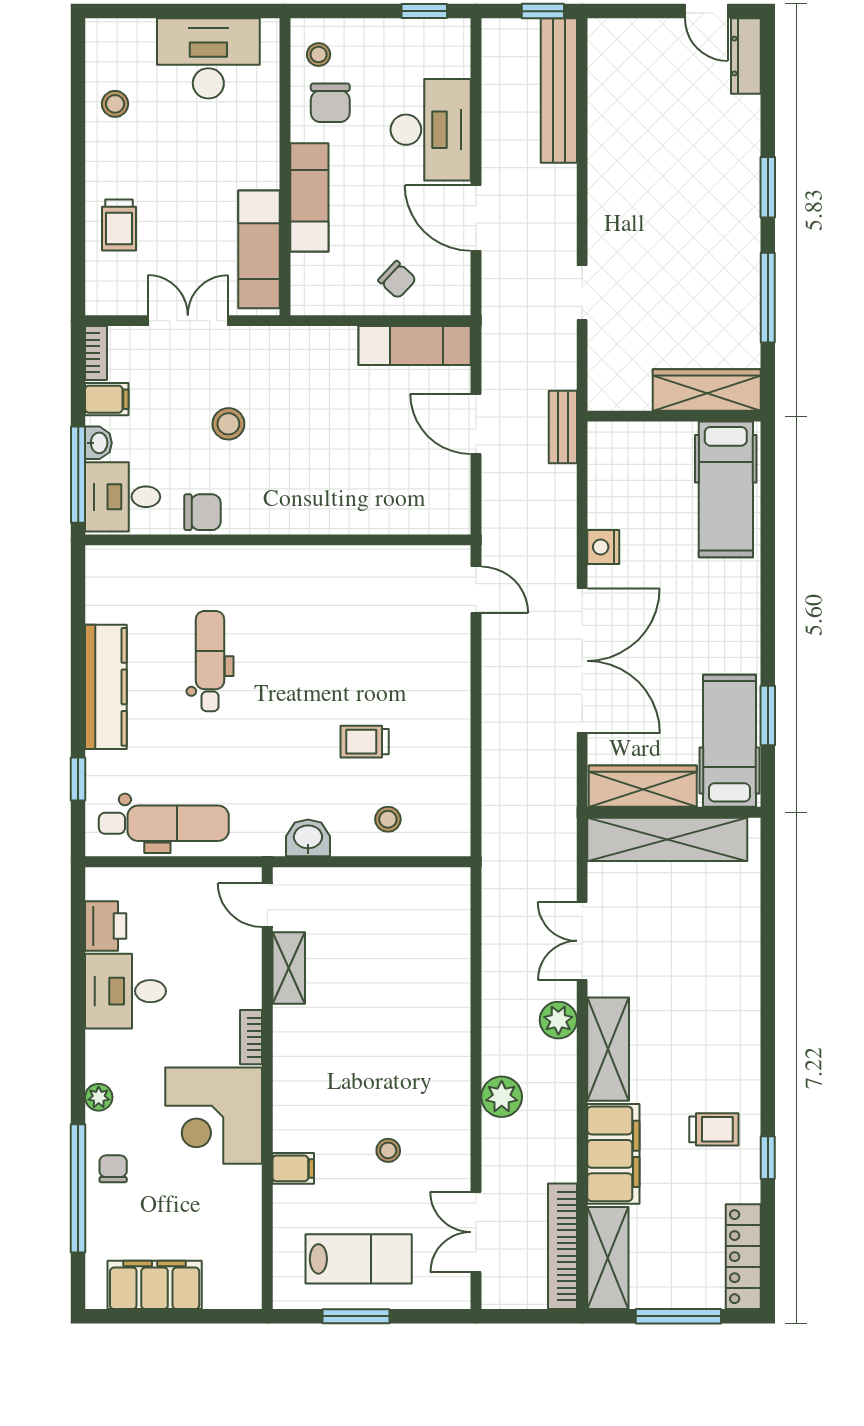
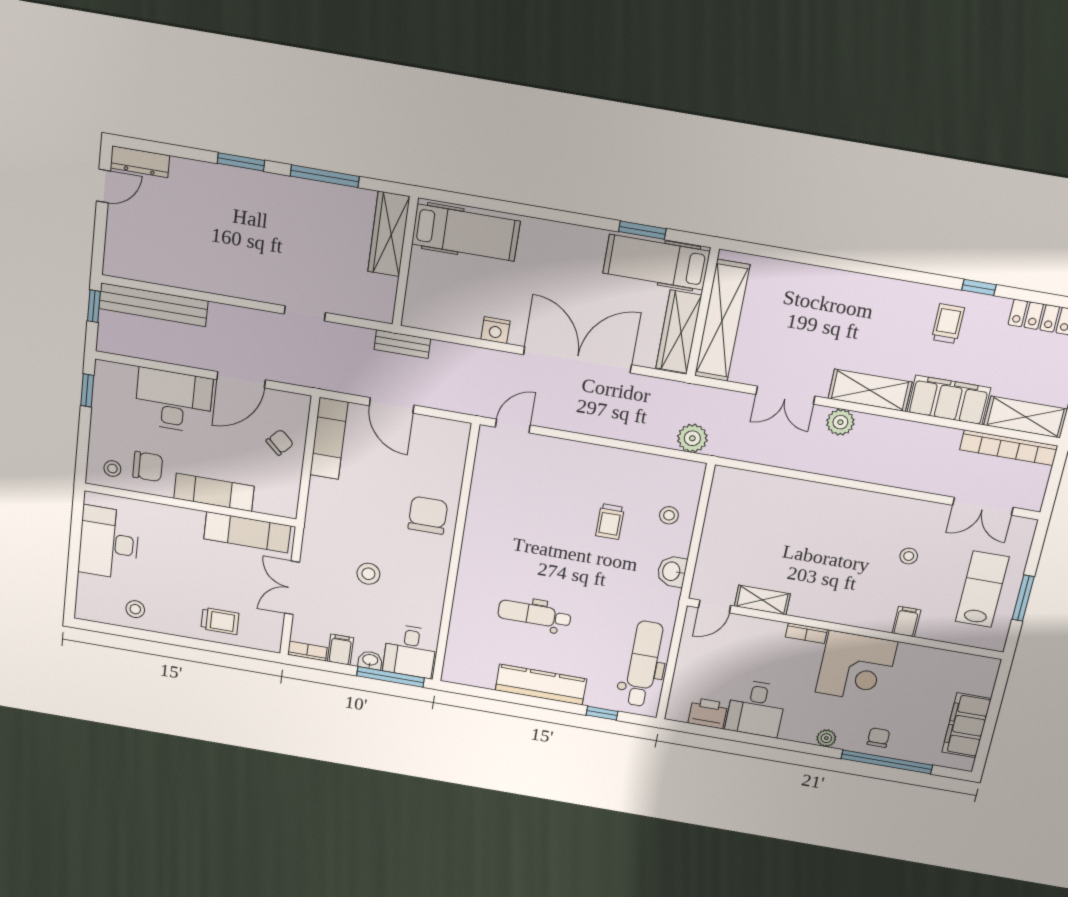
door: (476, 424) -> (392, 405), hinge flipped
chair: (202, 512) -> (428, 515), moved, width x1.37, depth x1.37
plant: (502, 1097) -> (692, 438), moved
chair: (113, 1169) -> (878, 738), turned 90

